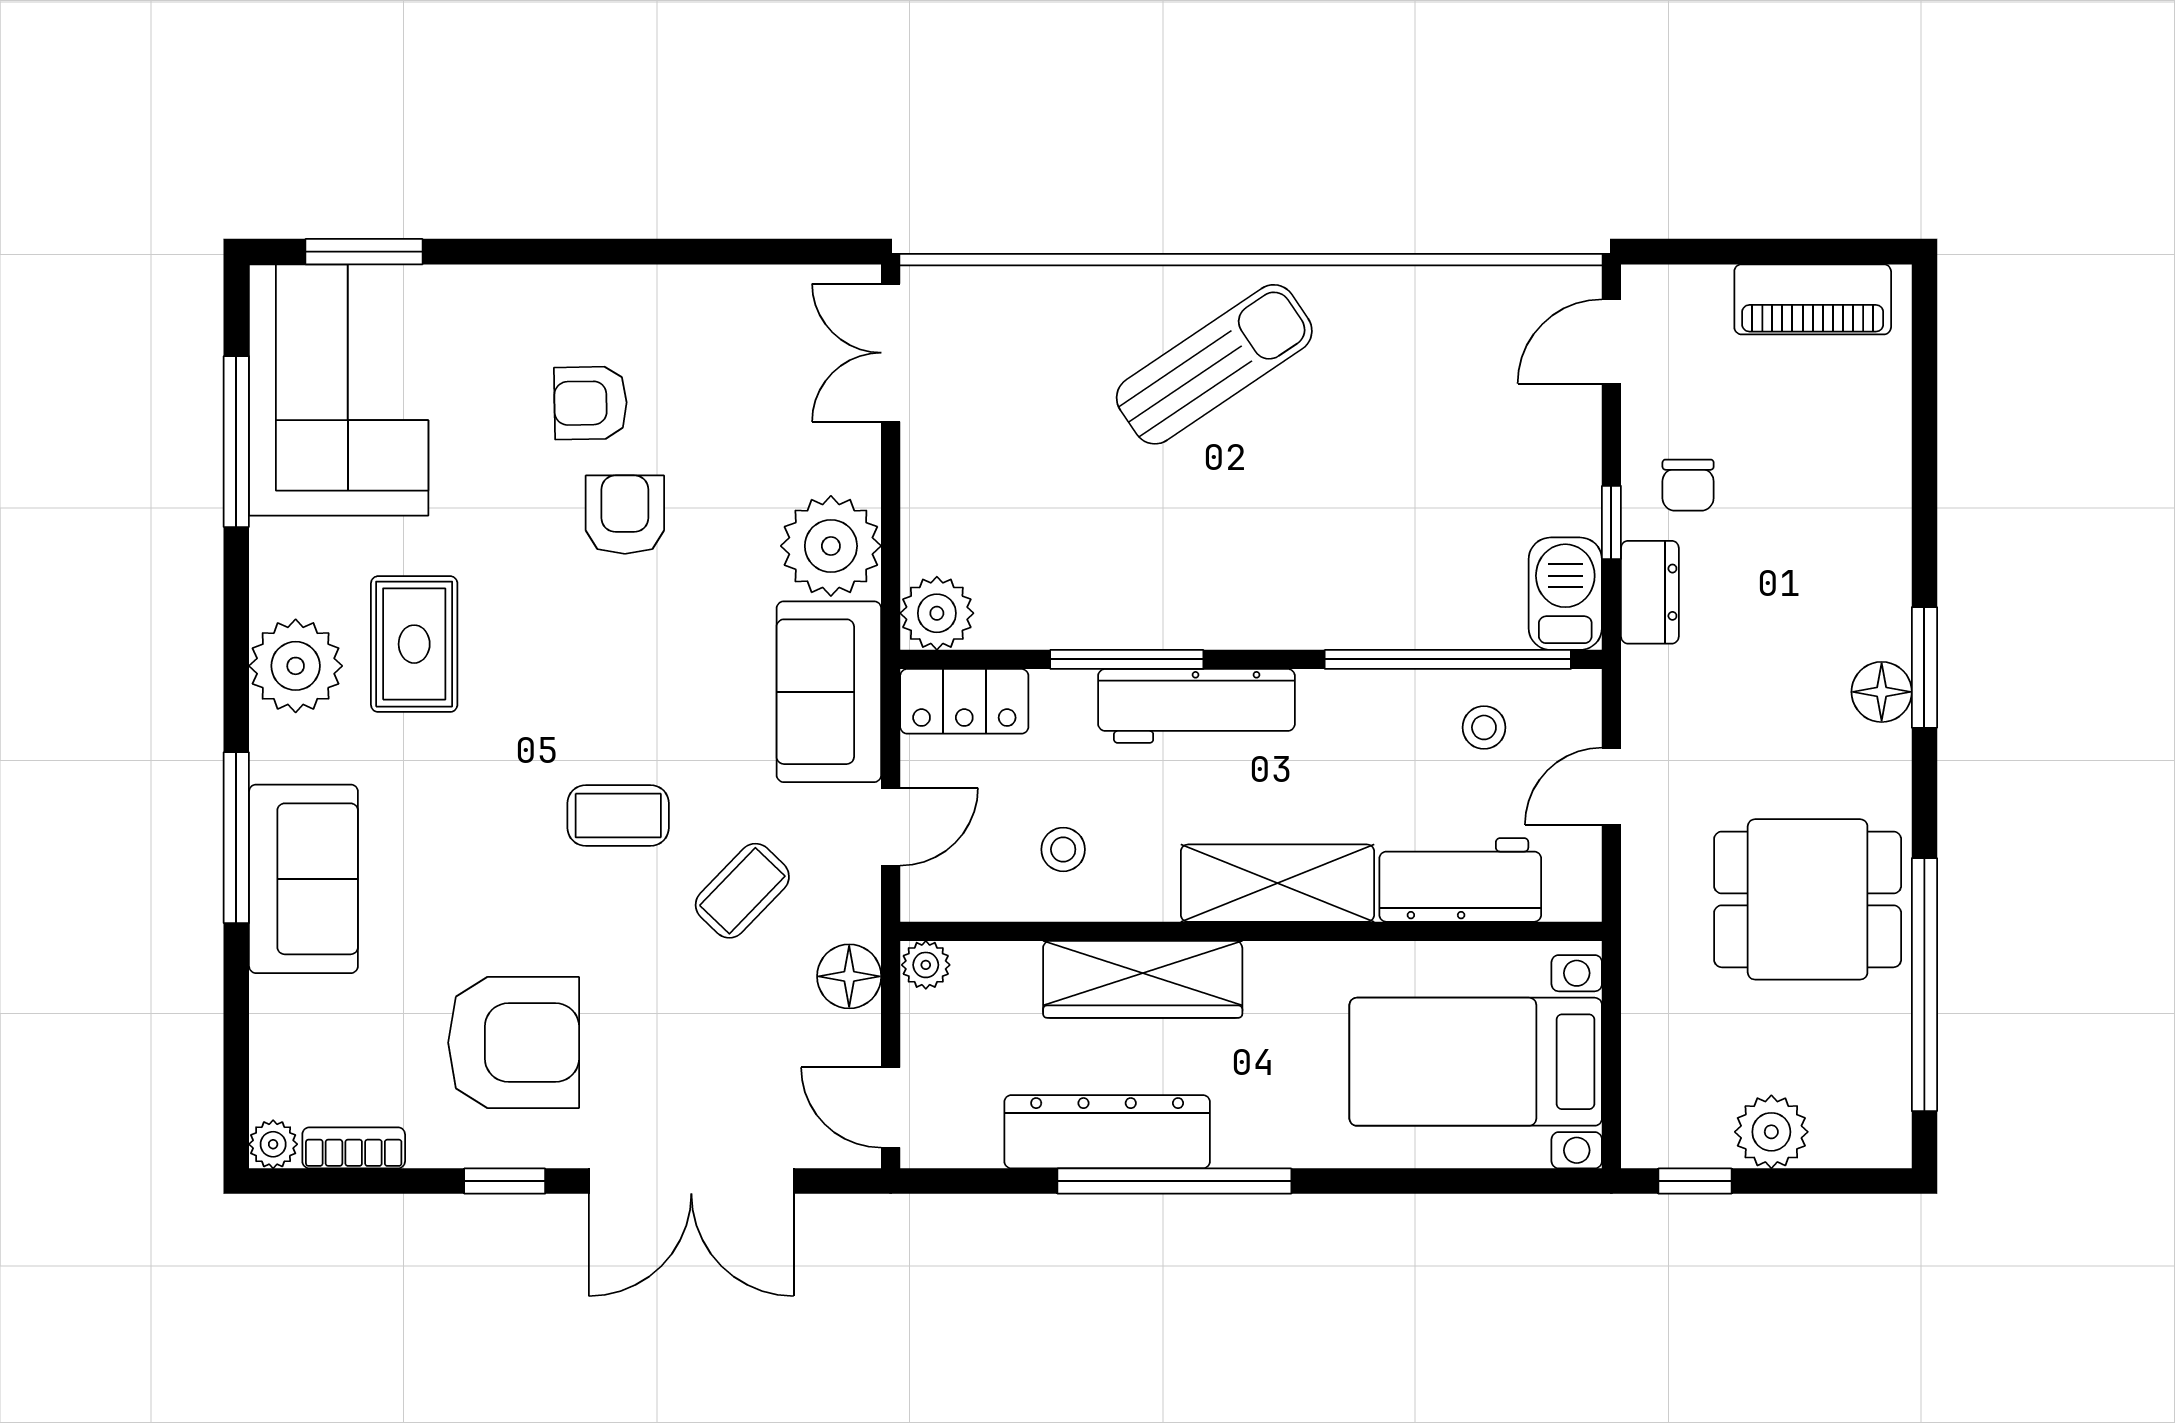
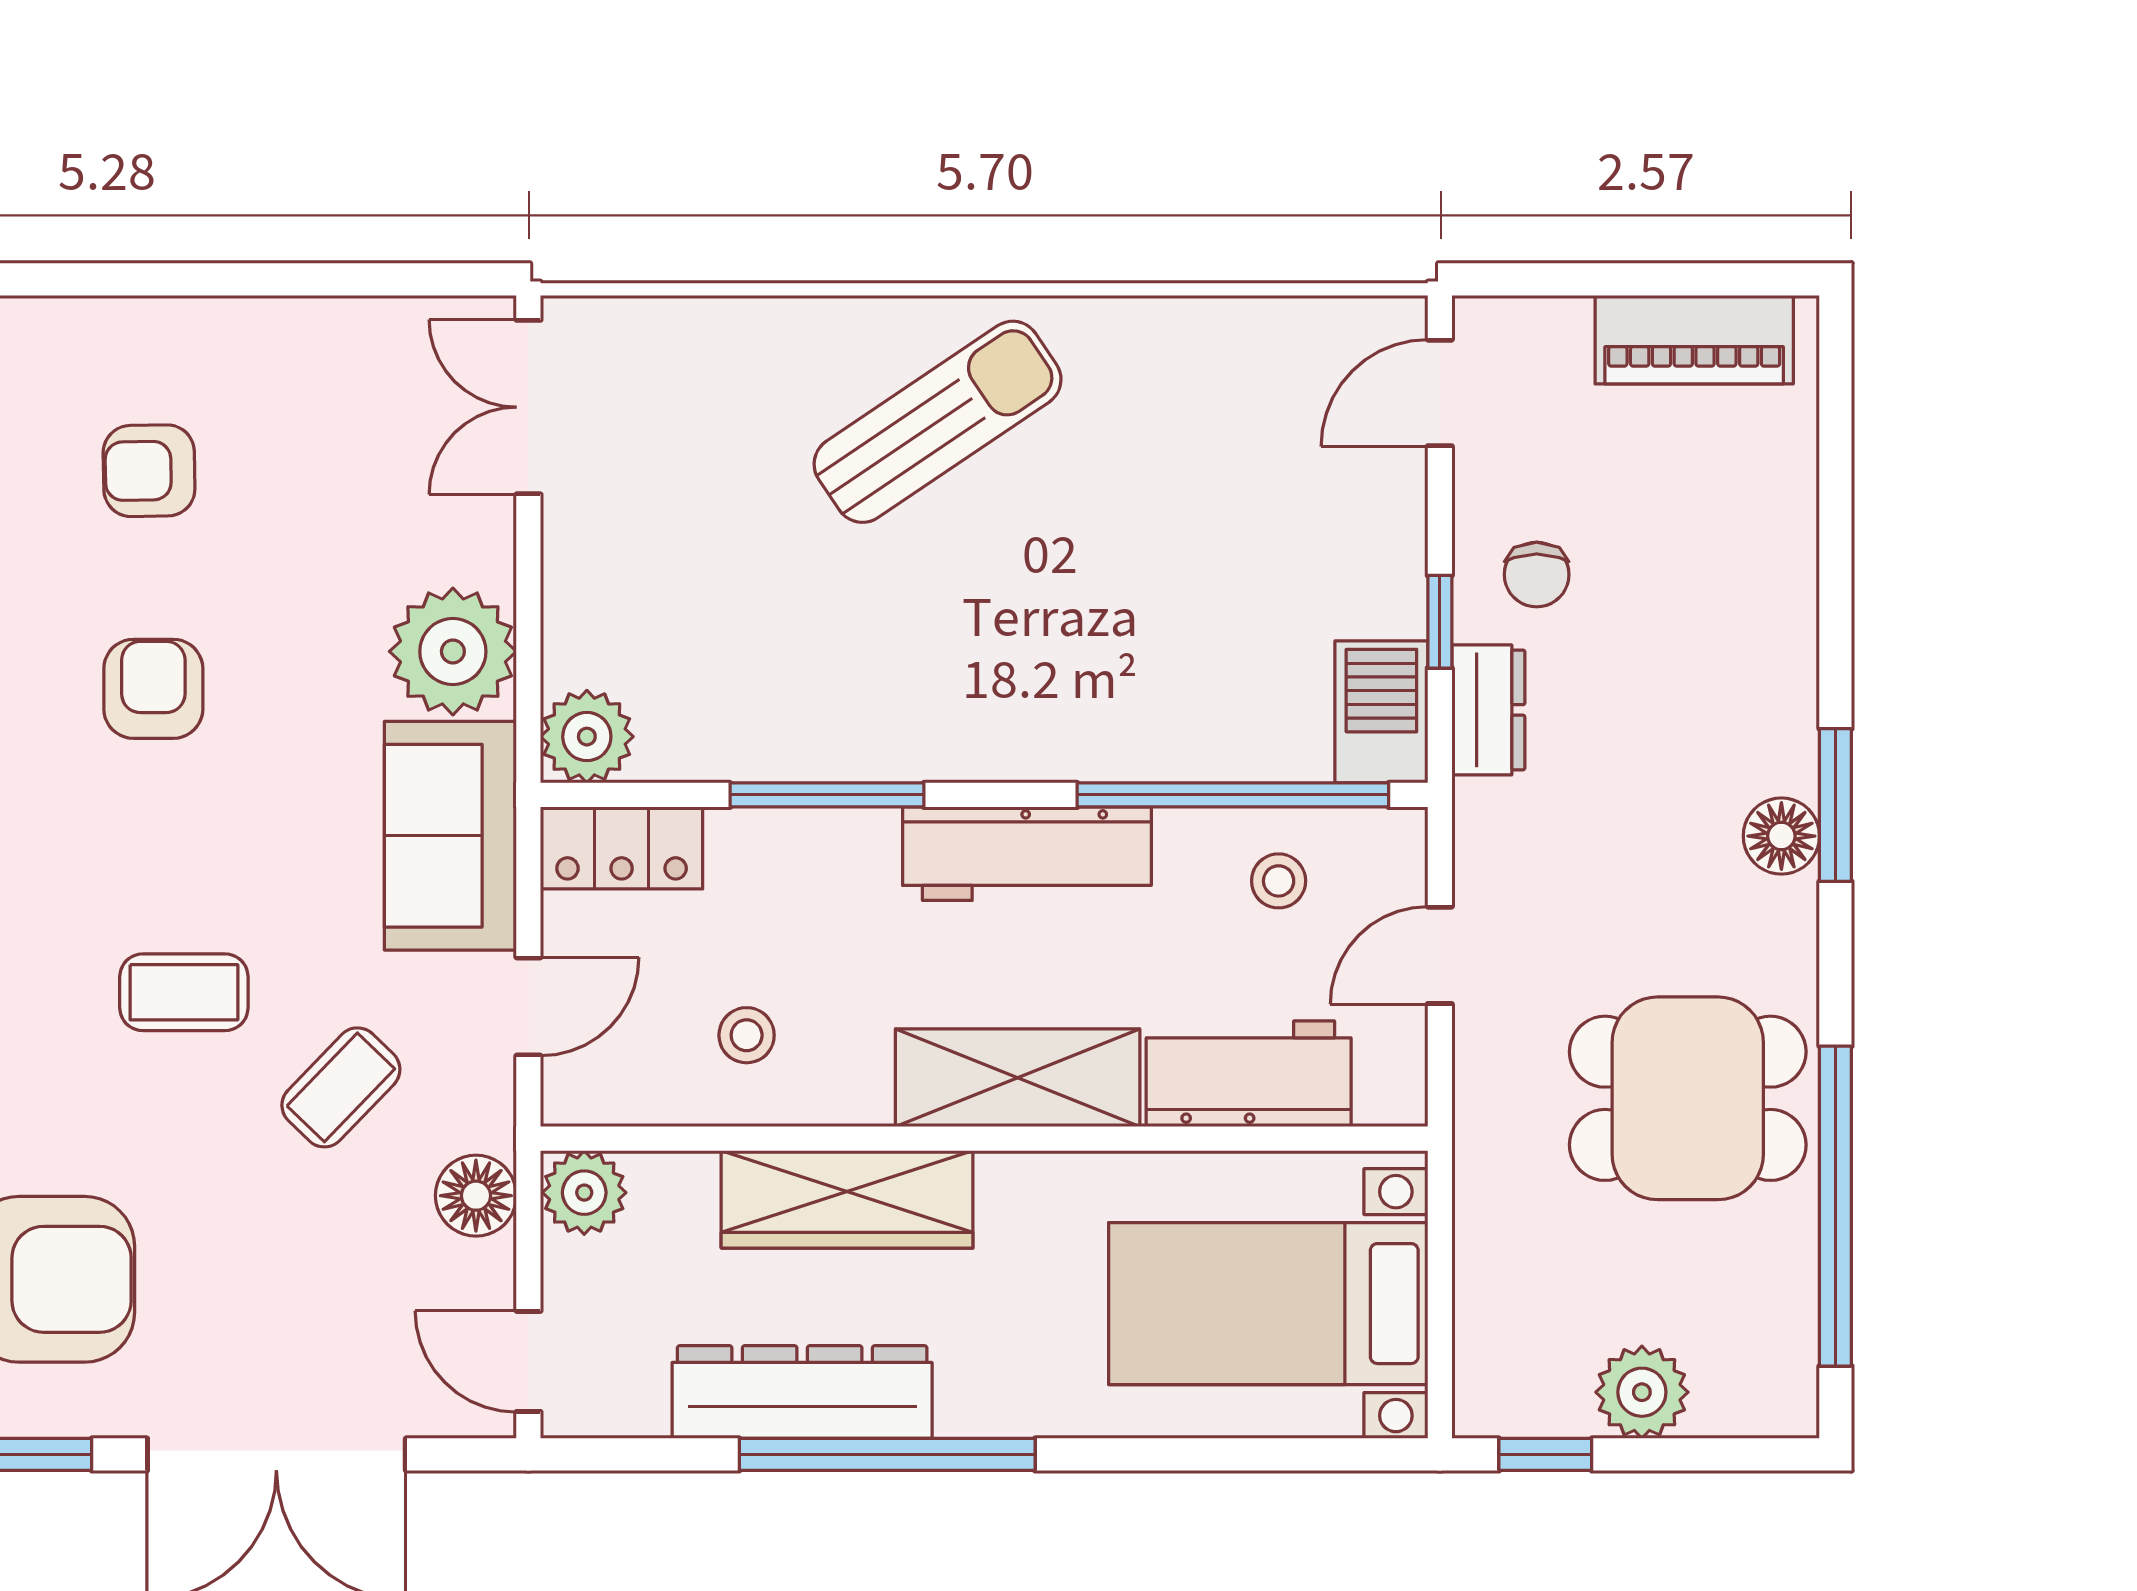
armchair: (625, 515) -> (153, 689), moved
workbench: (1196, 706) -> (1027, 854), moved
plant: (926, 965) -> (584, 1193), width x1.38, depth x1.38

